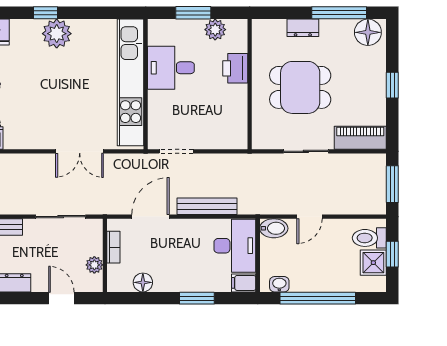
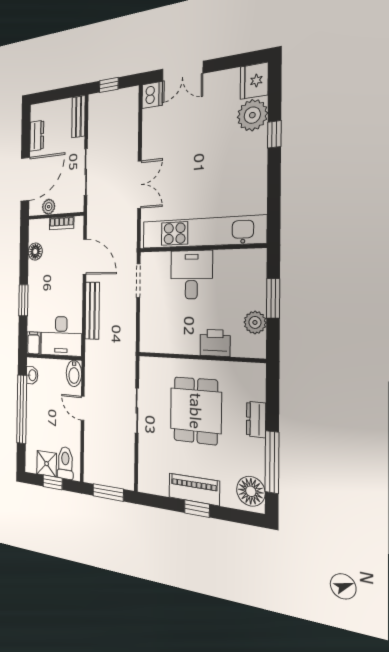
plant: (57, 34) -> (252, 115), moved
desk: (171, 68) -> (191, 275), moved
piano: (360, 138) -> (194, 489), moved, turned -90
double door: (80, 151) -> (139, 185), swing flipped
door: (61, 298) -> (25, 179), width x1.88

